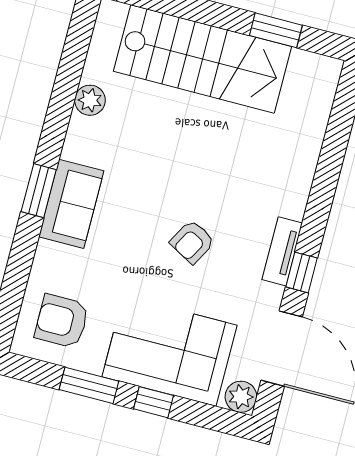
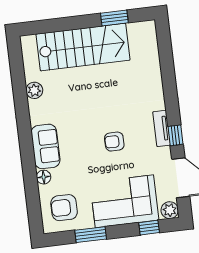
window: (39, 191) -> (26, 146), removed
armchair: (192, 242) -> (114, 142), turned 61
floor lamp: (47, 255) -> (44, 177), added
window: (154, 402) -> (149, 228), moved

